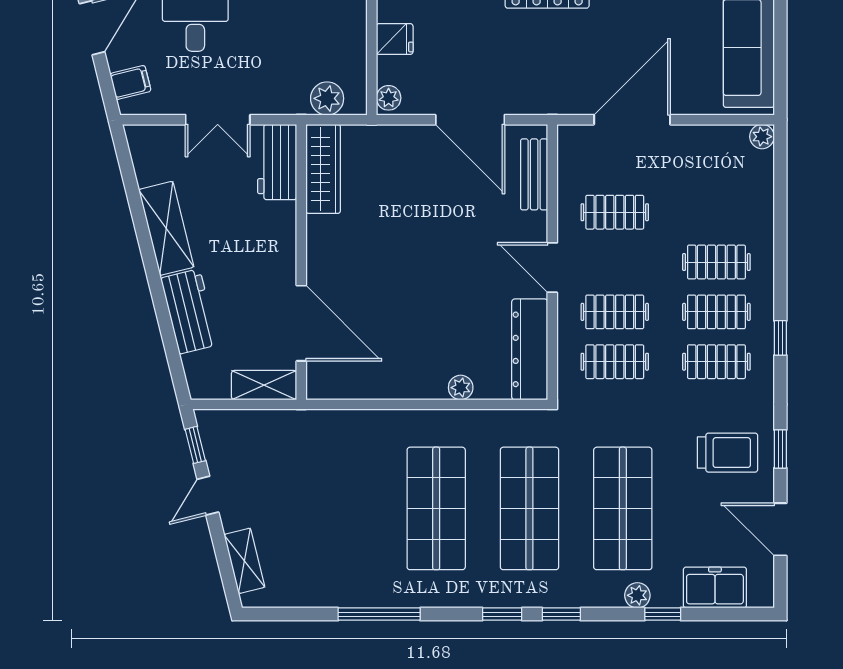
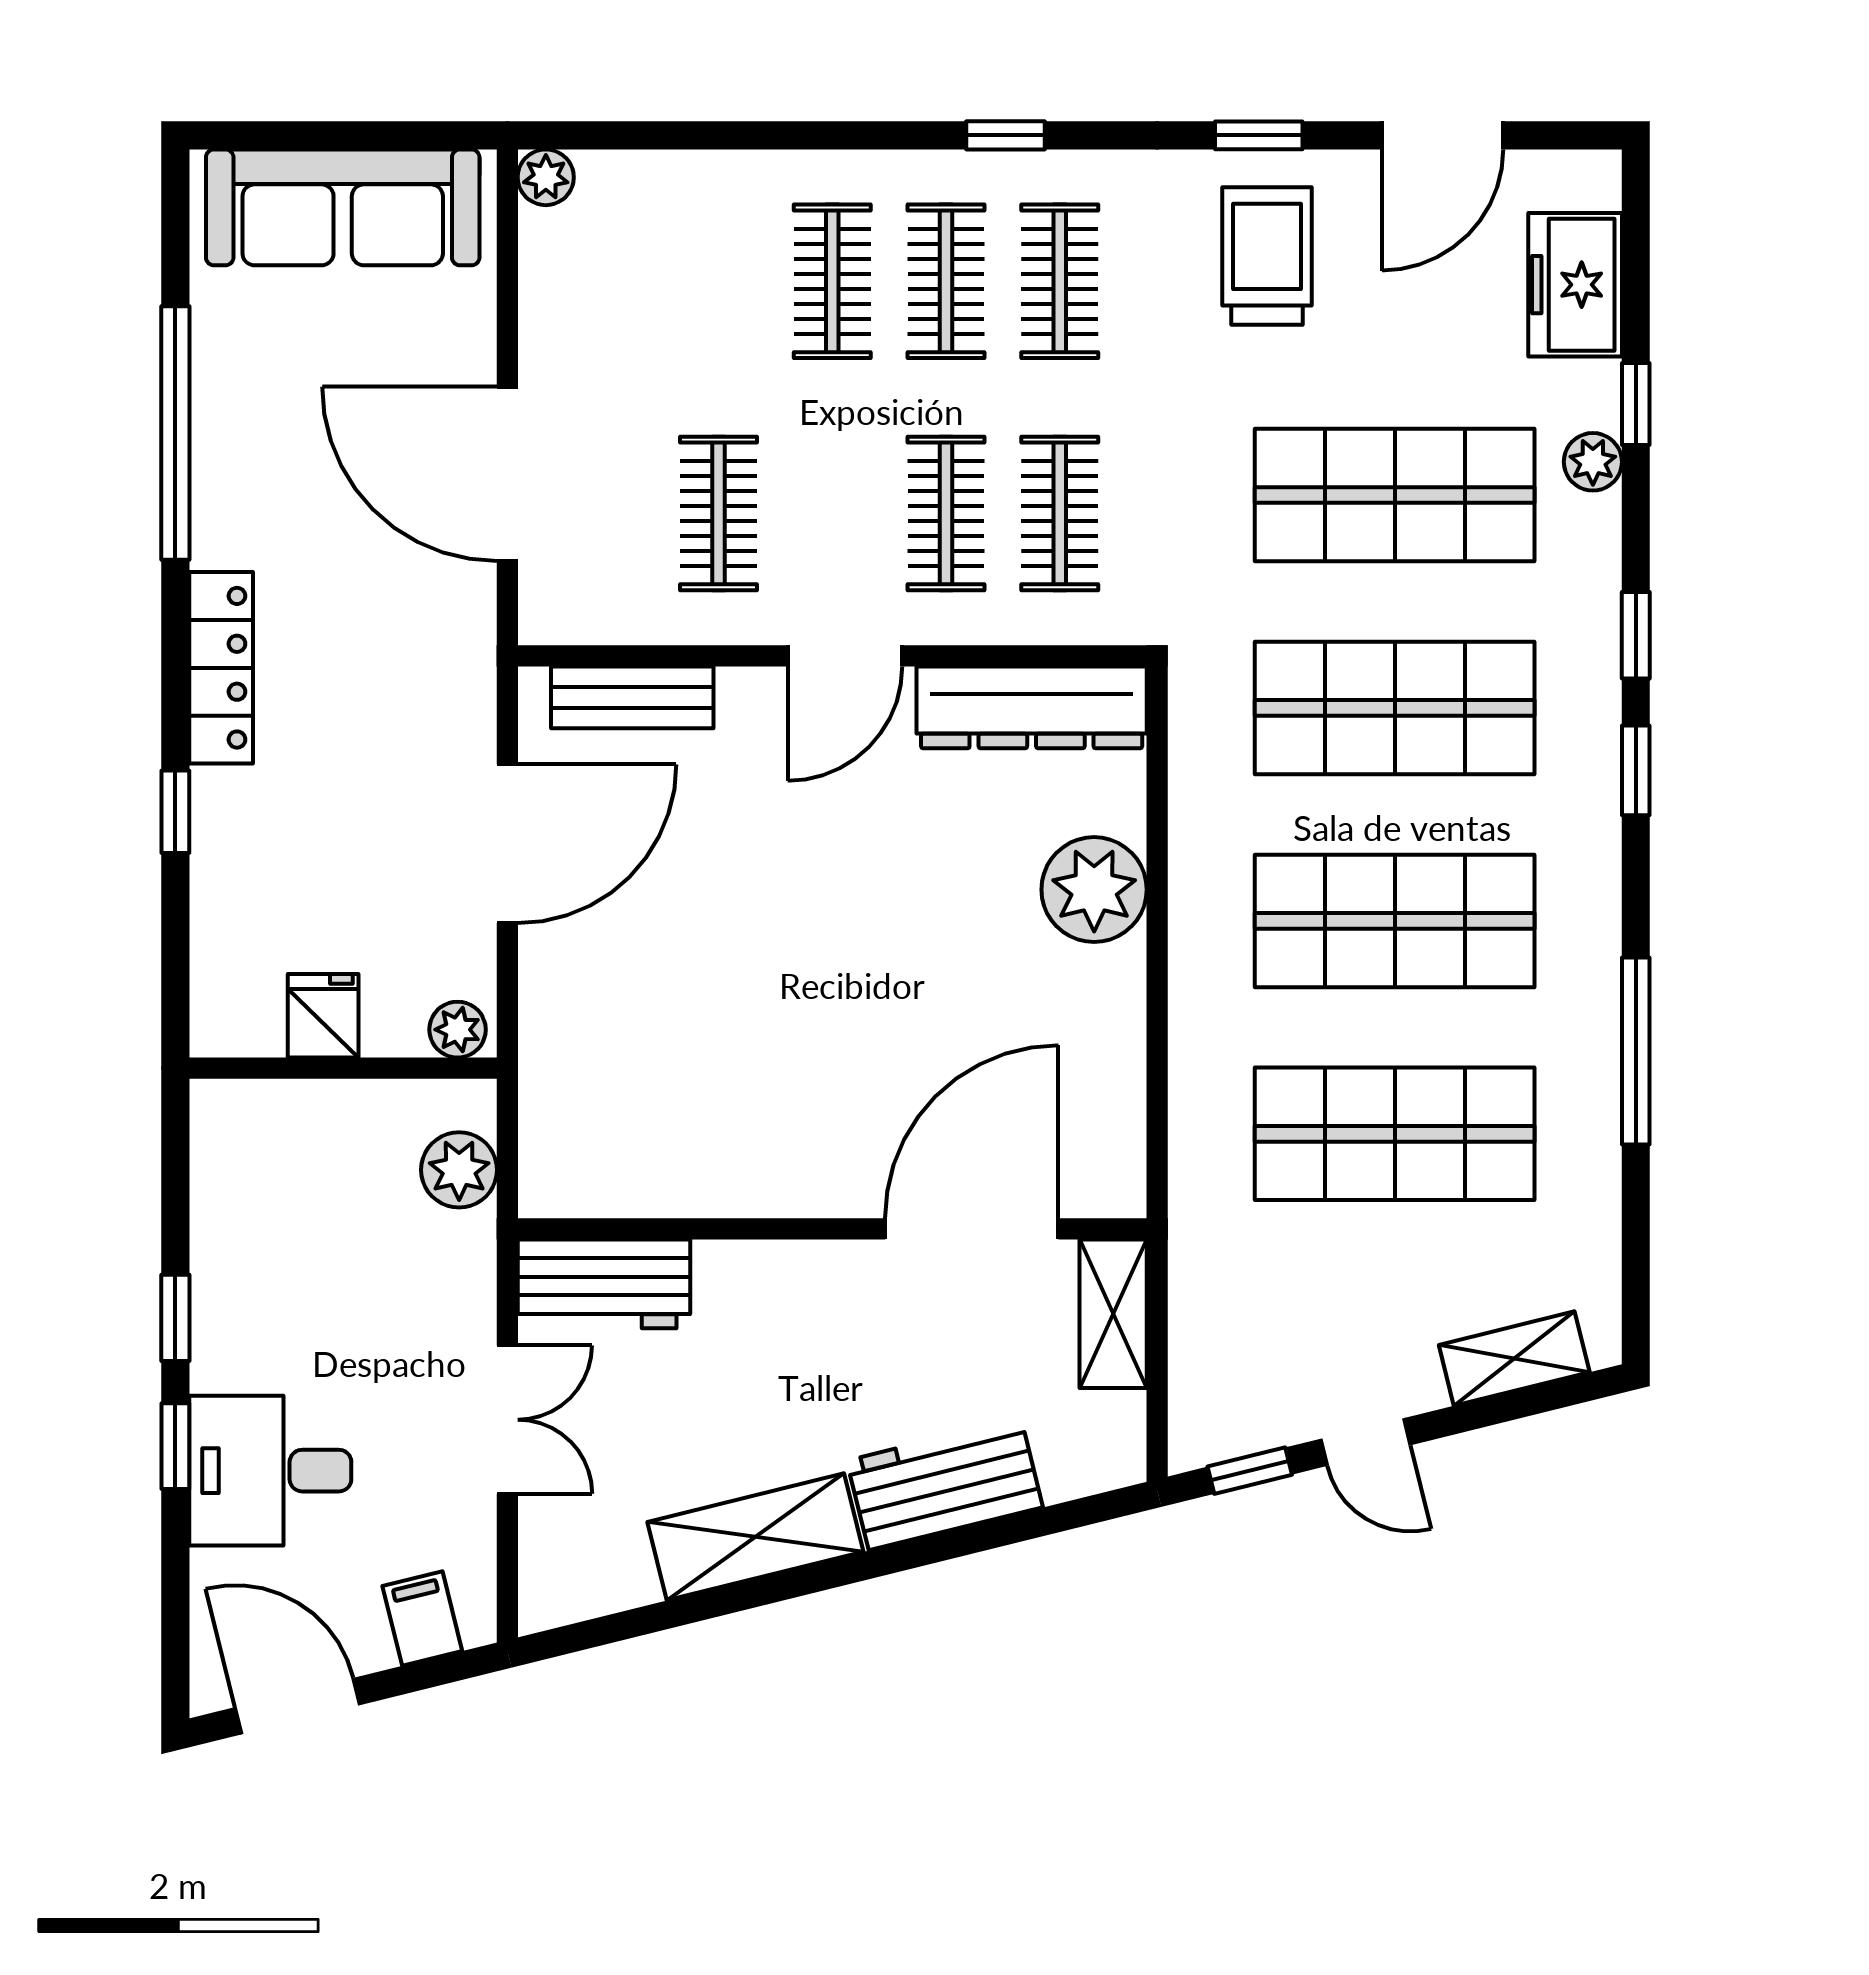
wardrobe: (323, 169) -> (620, 1179), removed
plant: (461, 388) -> (1094, 890), width x1.88, depth x1.88
shop shelf: (343, 508) -> (1395, 1134), added

